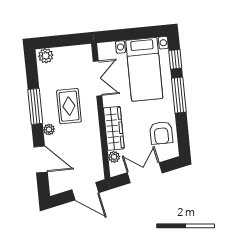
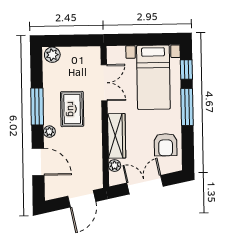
door: (85, 191) -> (82, 199), hinge flipped

